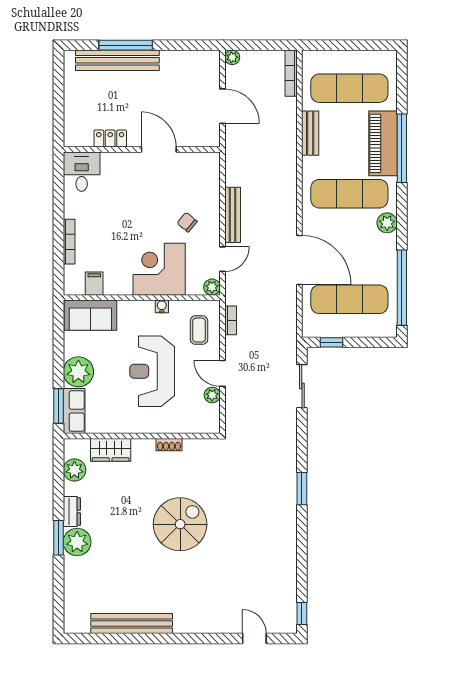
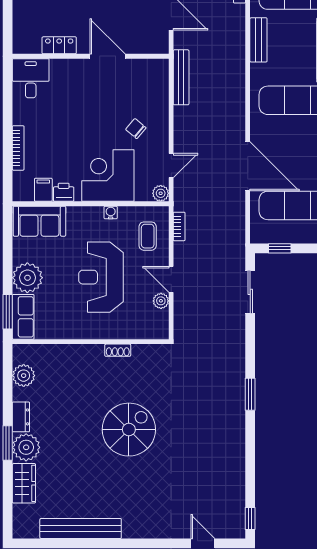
bench: (233, 215) -> (181, 77), moved
printer: (115, 286) -> (64, 192), added
wardrobe: (111, 450) -> (24, 483), moved, turned -90

